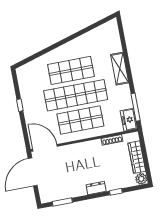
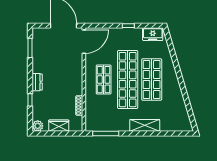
shop shelf: (80, 120) -> (104, 80), width x0.70, depth x0.74
freezer: (129, 120) -> (153, 34), moved, turned 180
wardrobe: (137, 157) -> (59, 126), width x0.67

